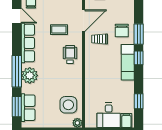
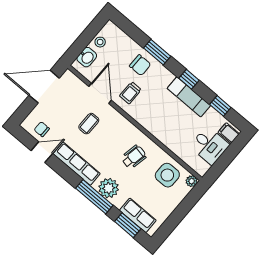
wheelchair: (70, 54) -> (134, 157), moved, turned 101
window: (139, 58) -> (189, 79), moved
exam couch: (128, 62) -> (189, 97), moved

